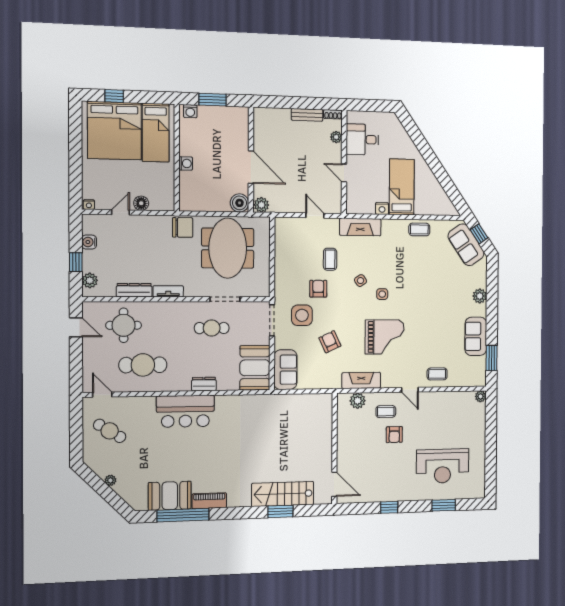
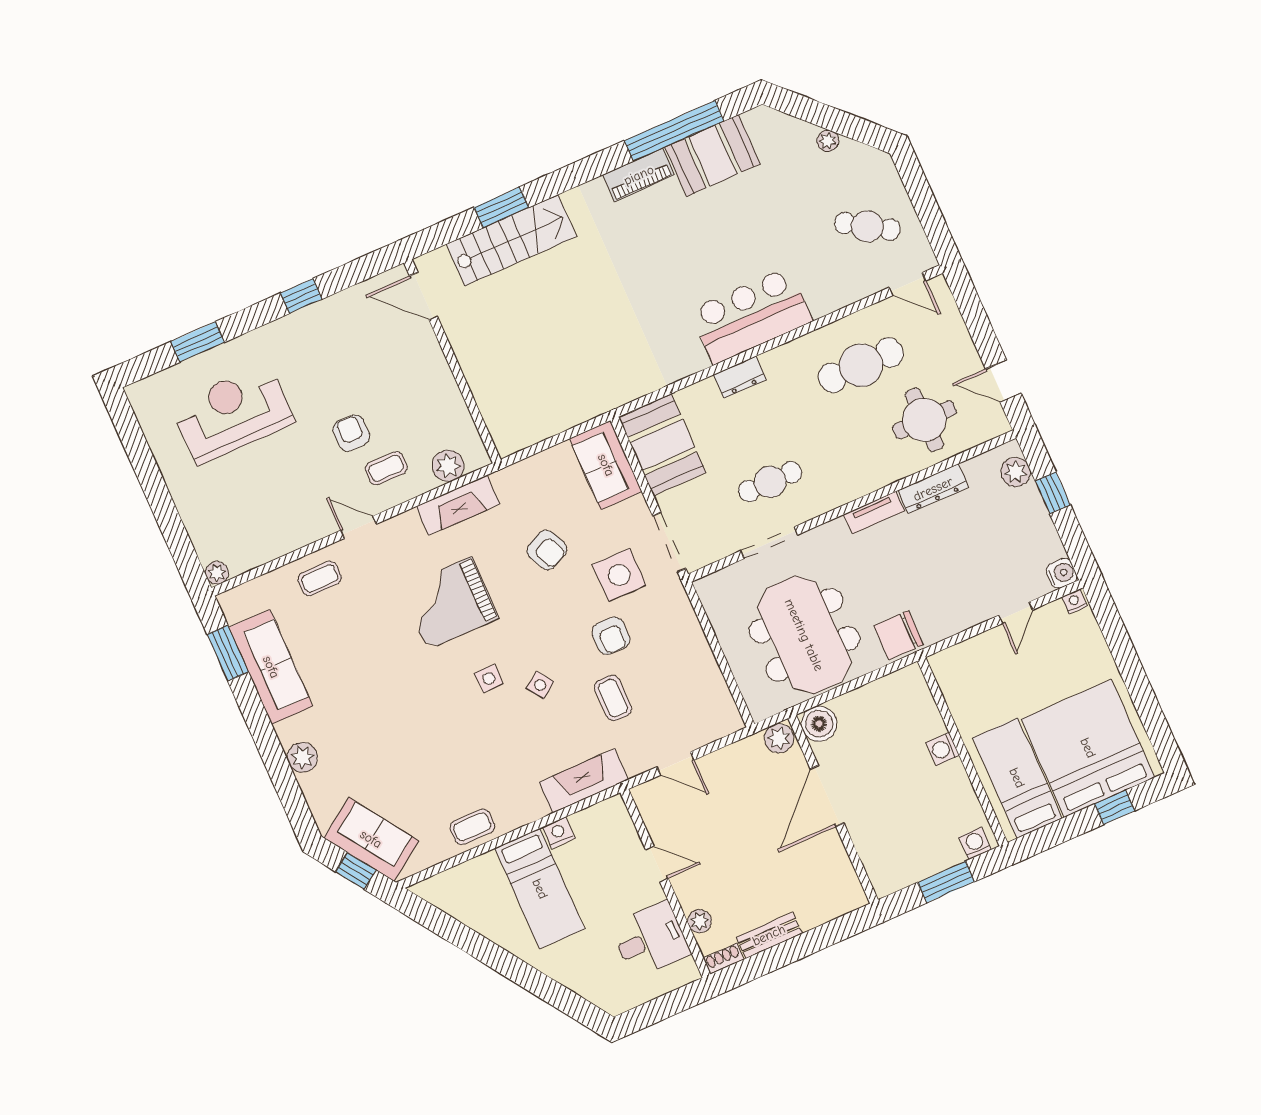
door: (251, 167) -> (827, 796), hinge flipped
floor lamp: (141, 203) -> (988, 645), removed
water cooler: (89, 242) -> (1062, 573), moved
sofa: (476, 336) -> (271, 667), width x1.36

